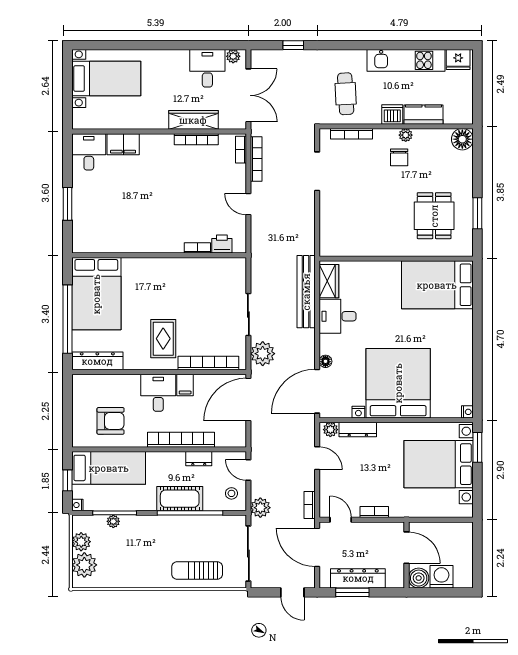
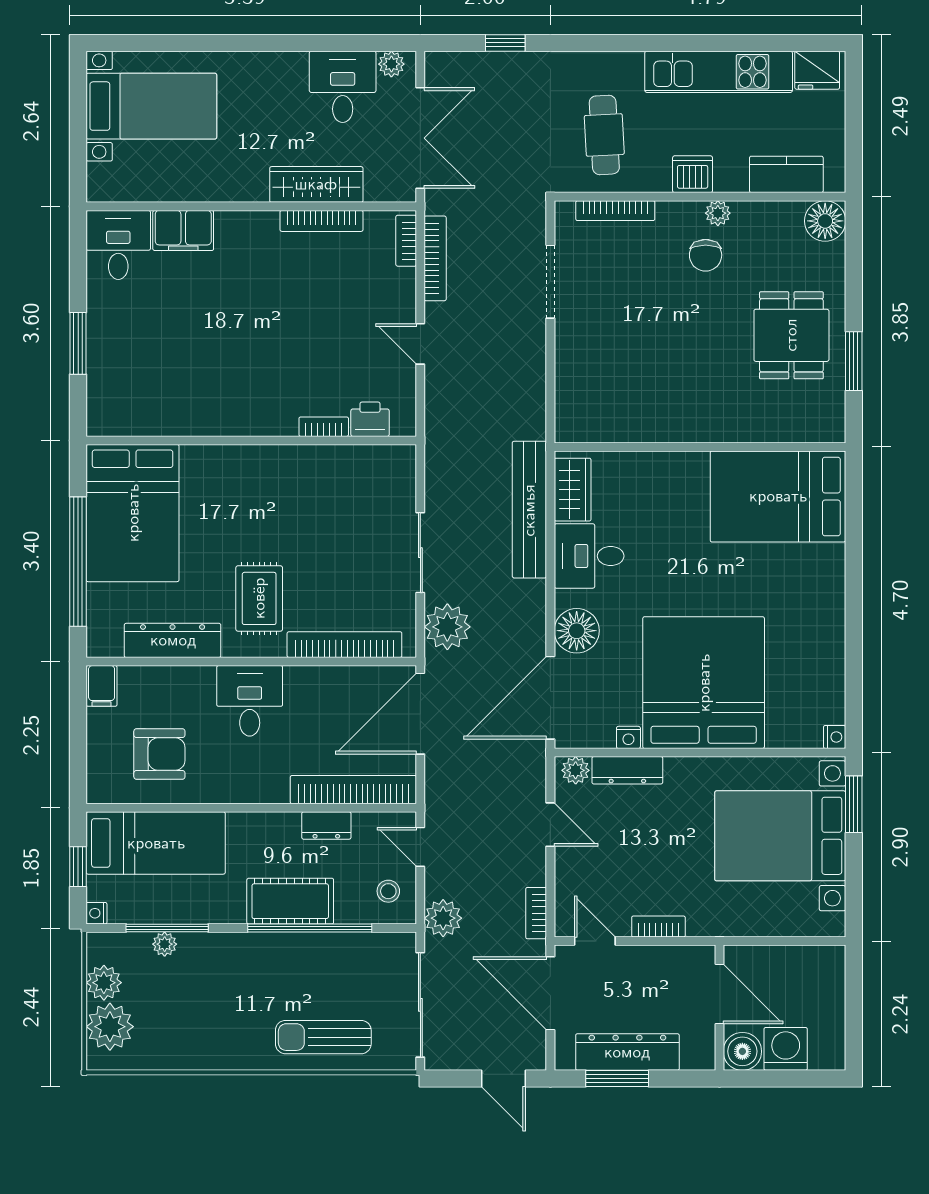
kitchen counter: (424, 115) -> (786, 174), moved
dining table: (434, 216) -> (791, 335), moved
dresser: (97, 361) -> (173, 640), moved
floor lamp: (325, 361) -> (577, 631), width x1.89, depth x1.89
filing cabinet: (185, 385) -> (102, 686), moved
bookcase: (181, 440) -> (353, 790), moved

